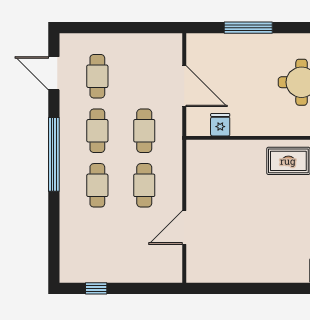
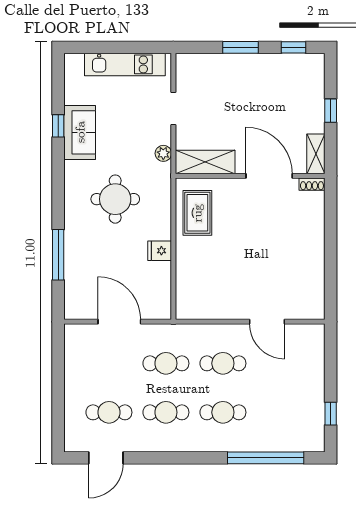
door: (184, 86) -> (119, 322), hinge flipped
fridge: (220, 125) -> (160, 251), moved
window: (54, 154) -> (266, 458), moved

